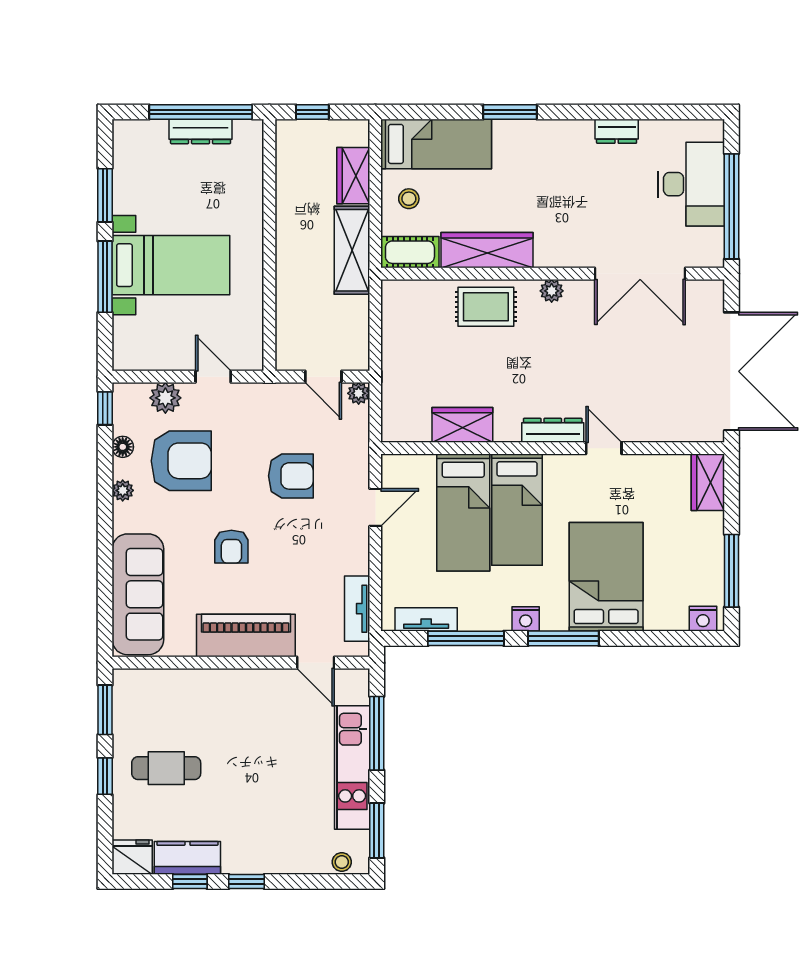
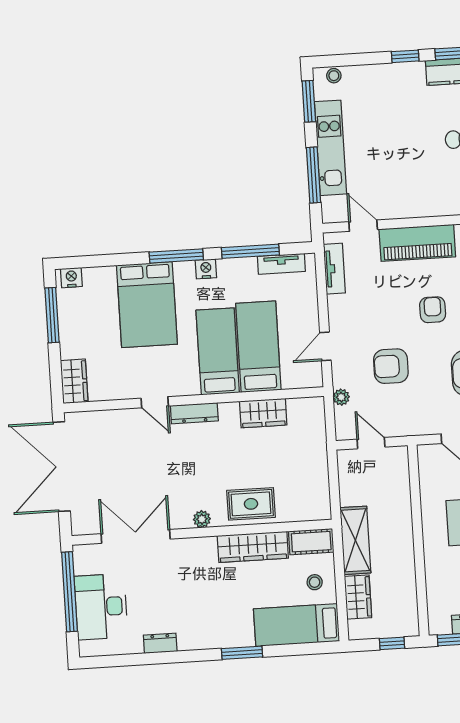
plant: (359, 393) -> (341, 397), moved

